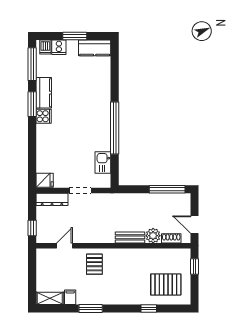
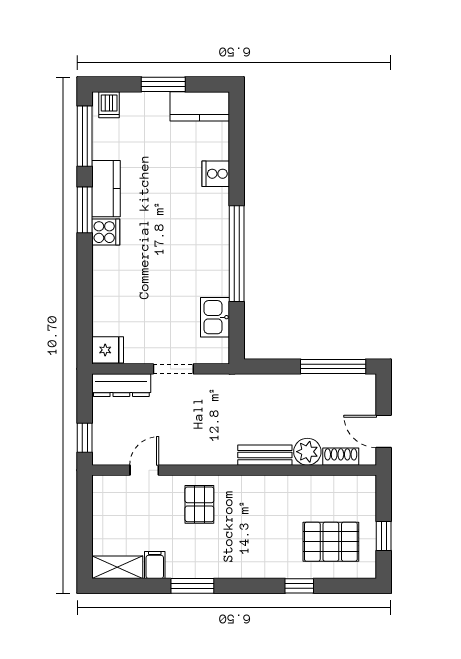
cooker: (59, 47) -> (216, 174), moved, turned 90
window: (195, 267) -> (384, 536), moved

